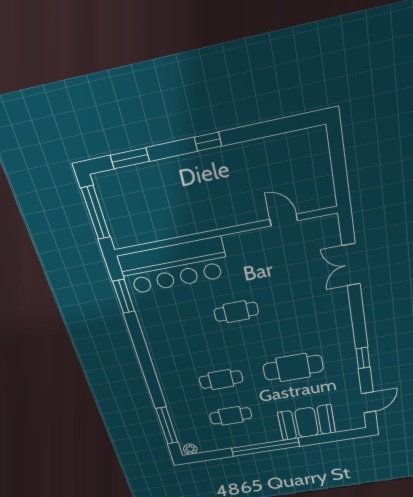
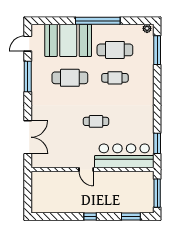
door: (284, 220) -> (86, 170), moved
double door: (351, 265) -> (28, 137), width x1.37
window: (363, 358) -> (28, 77), width x2.17
cafe table: (231, 416) -> (115, 50), width x1.37, depth x1.35
booth: (307, 423) -> (68, 40), width x1.36, depth x1.42

